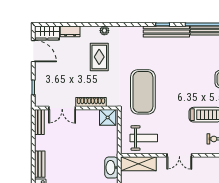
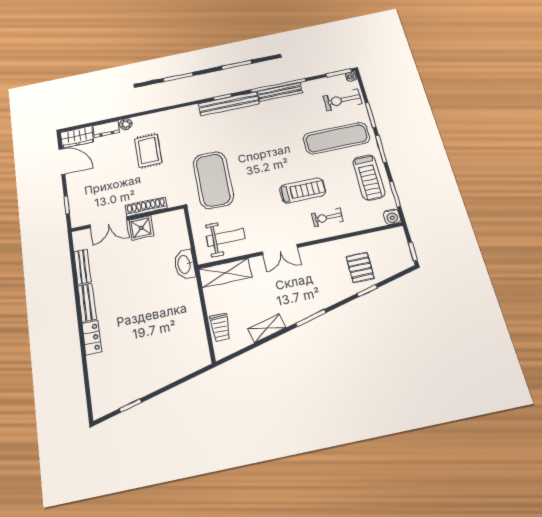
plant: (104, 31) -> (126, 124), moved
shower: (108, 117) -> (141, 228), moved
bench: (39, 122) -> (82, 267), moved
washbasin: (111, 168) -> (185, 264), moved

